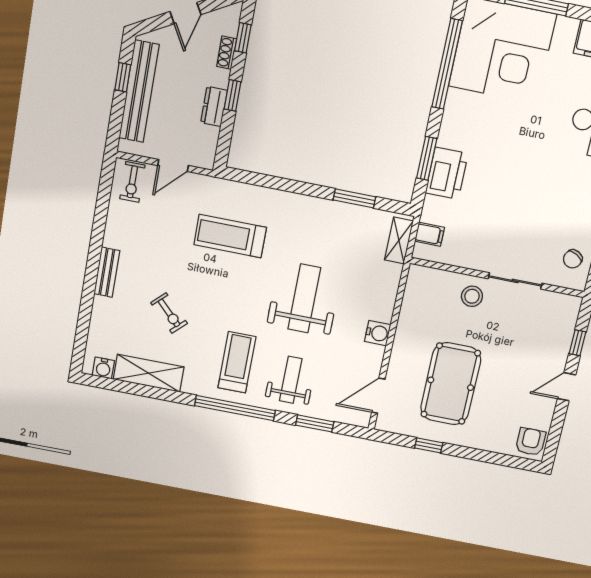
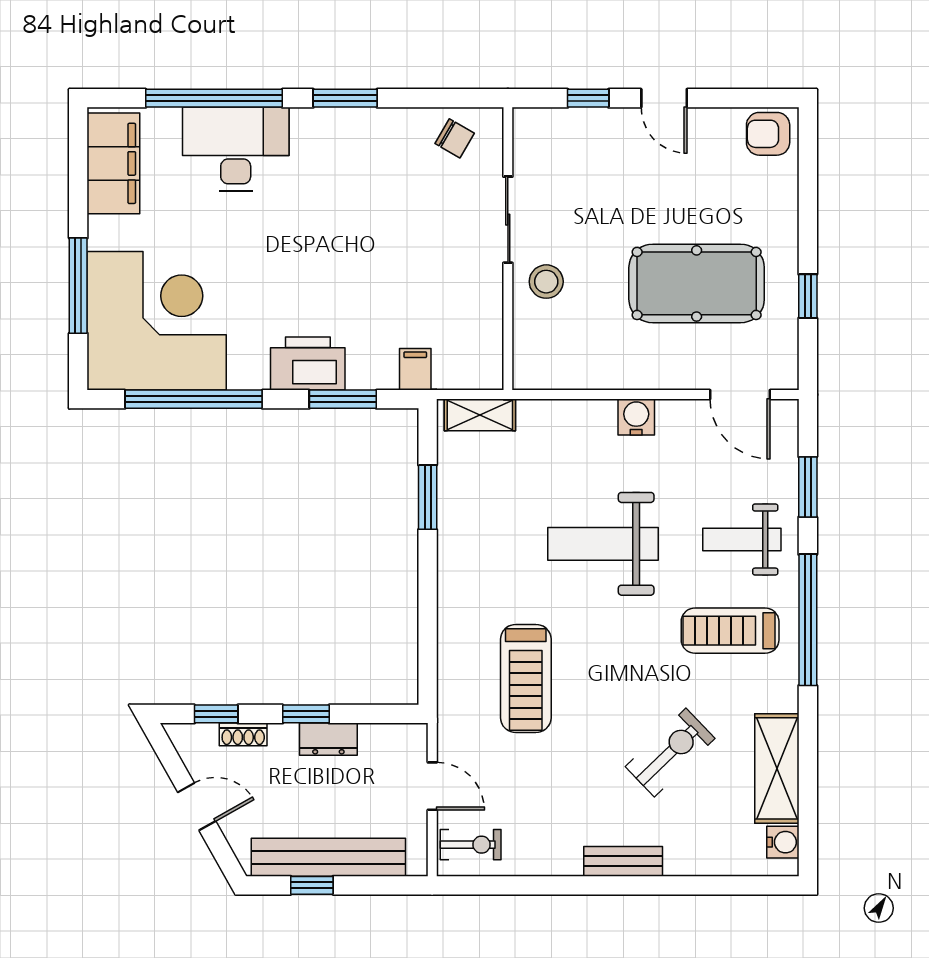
printer: (447, 173) -> (308, 364), moved
filing cabinet: (430, 234) -> (415, 369), moved
exercise bike: (169, 313) -> (670, 753), width x1.38, depth x1.39

